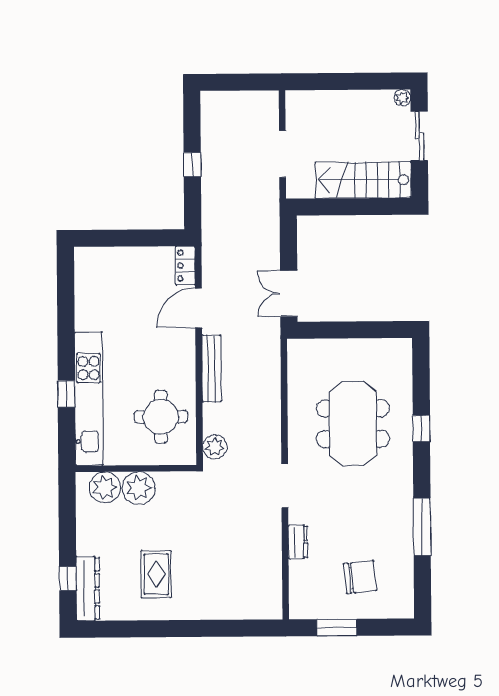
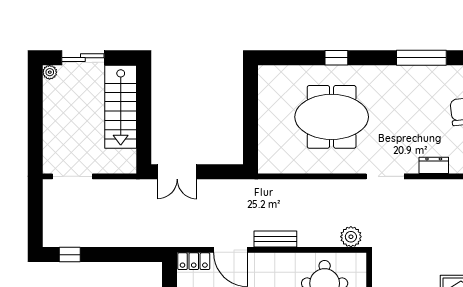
doorway: (282, 154) -> (73, 176), moved
window: (192, 165) -> (70, 255), moved
double door: (289, 293) -> (177, 172), moved
bench: (212, 369) -> (275, 239), width x0.73

